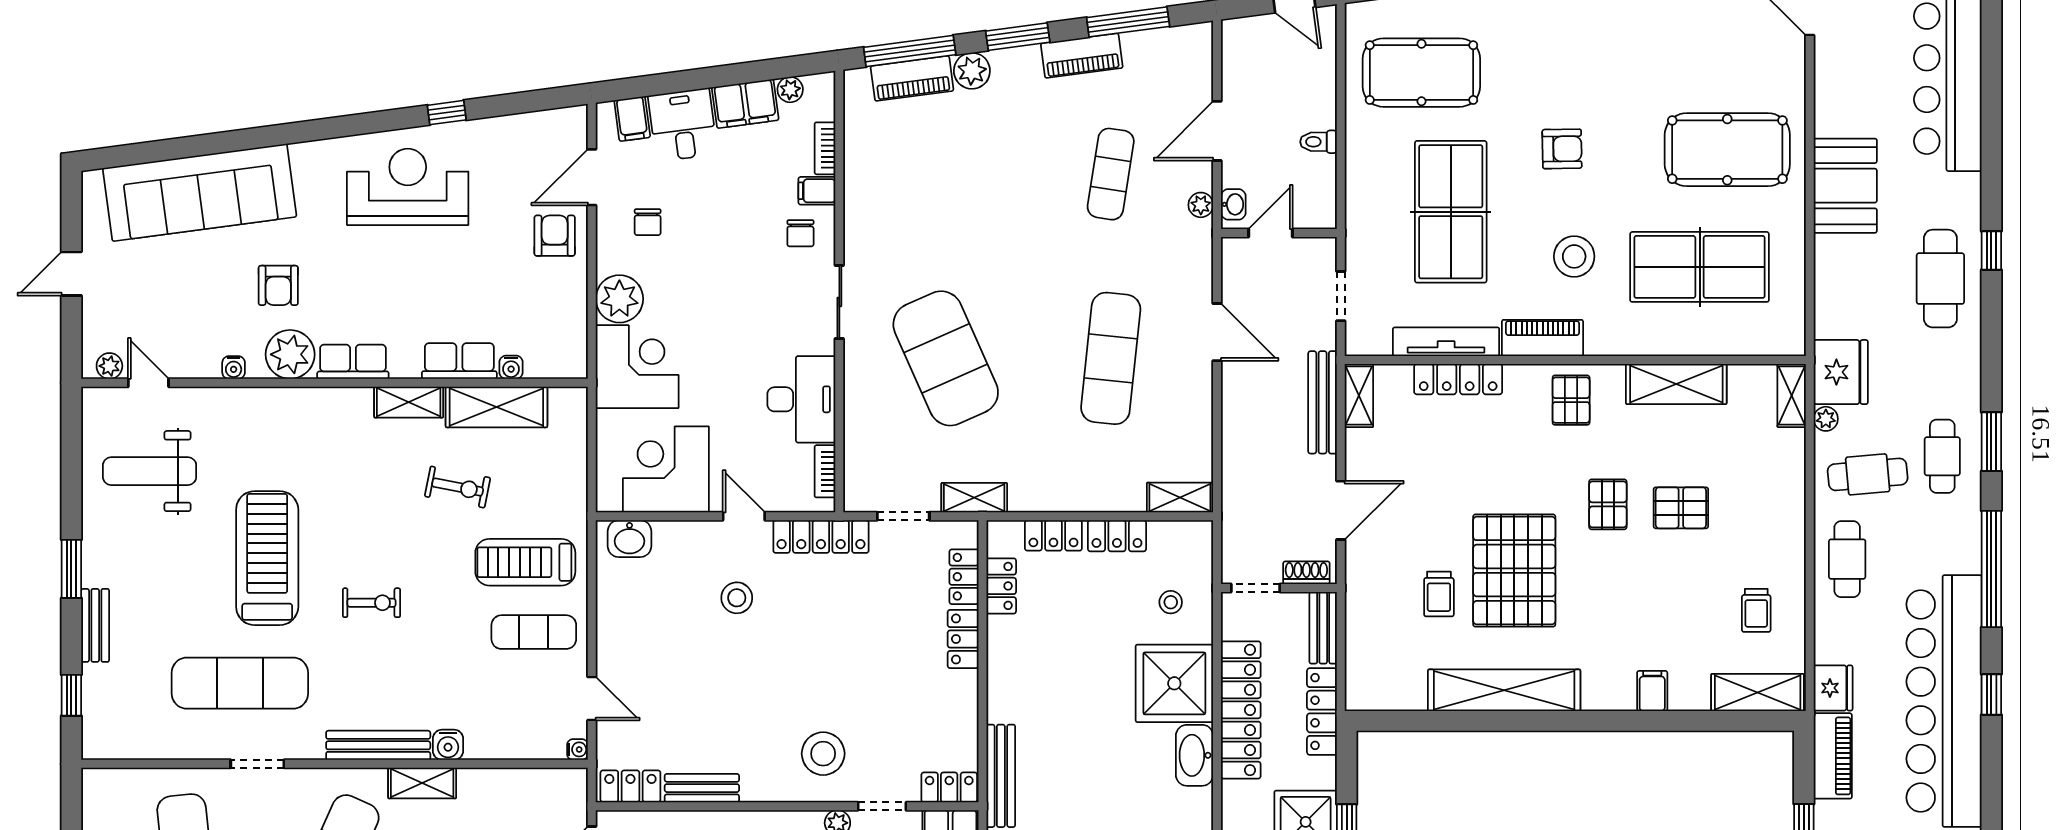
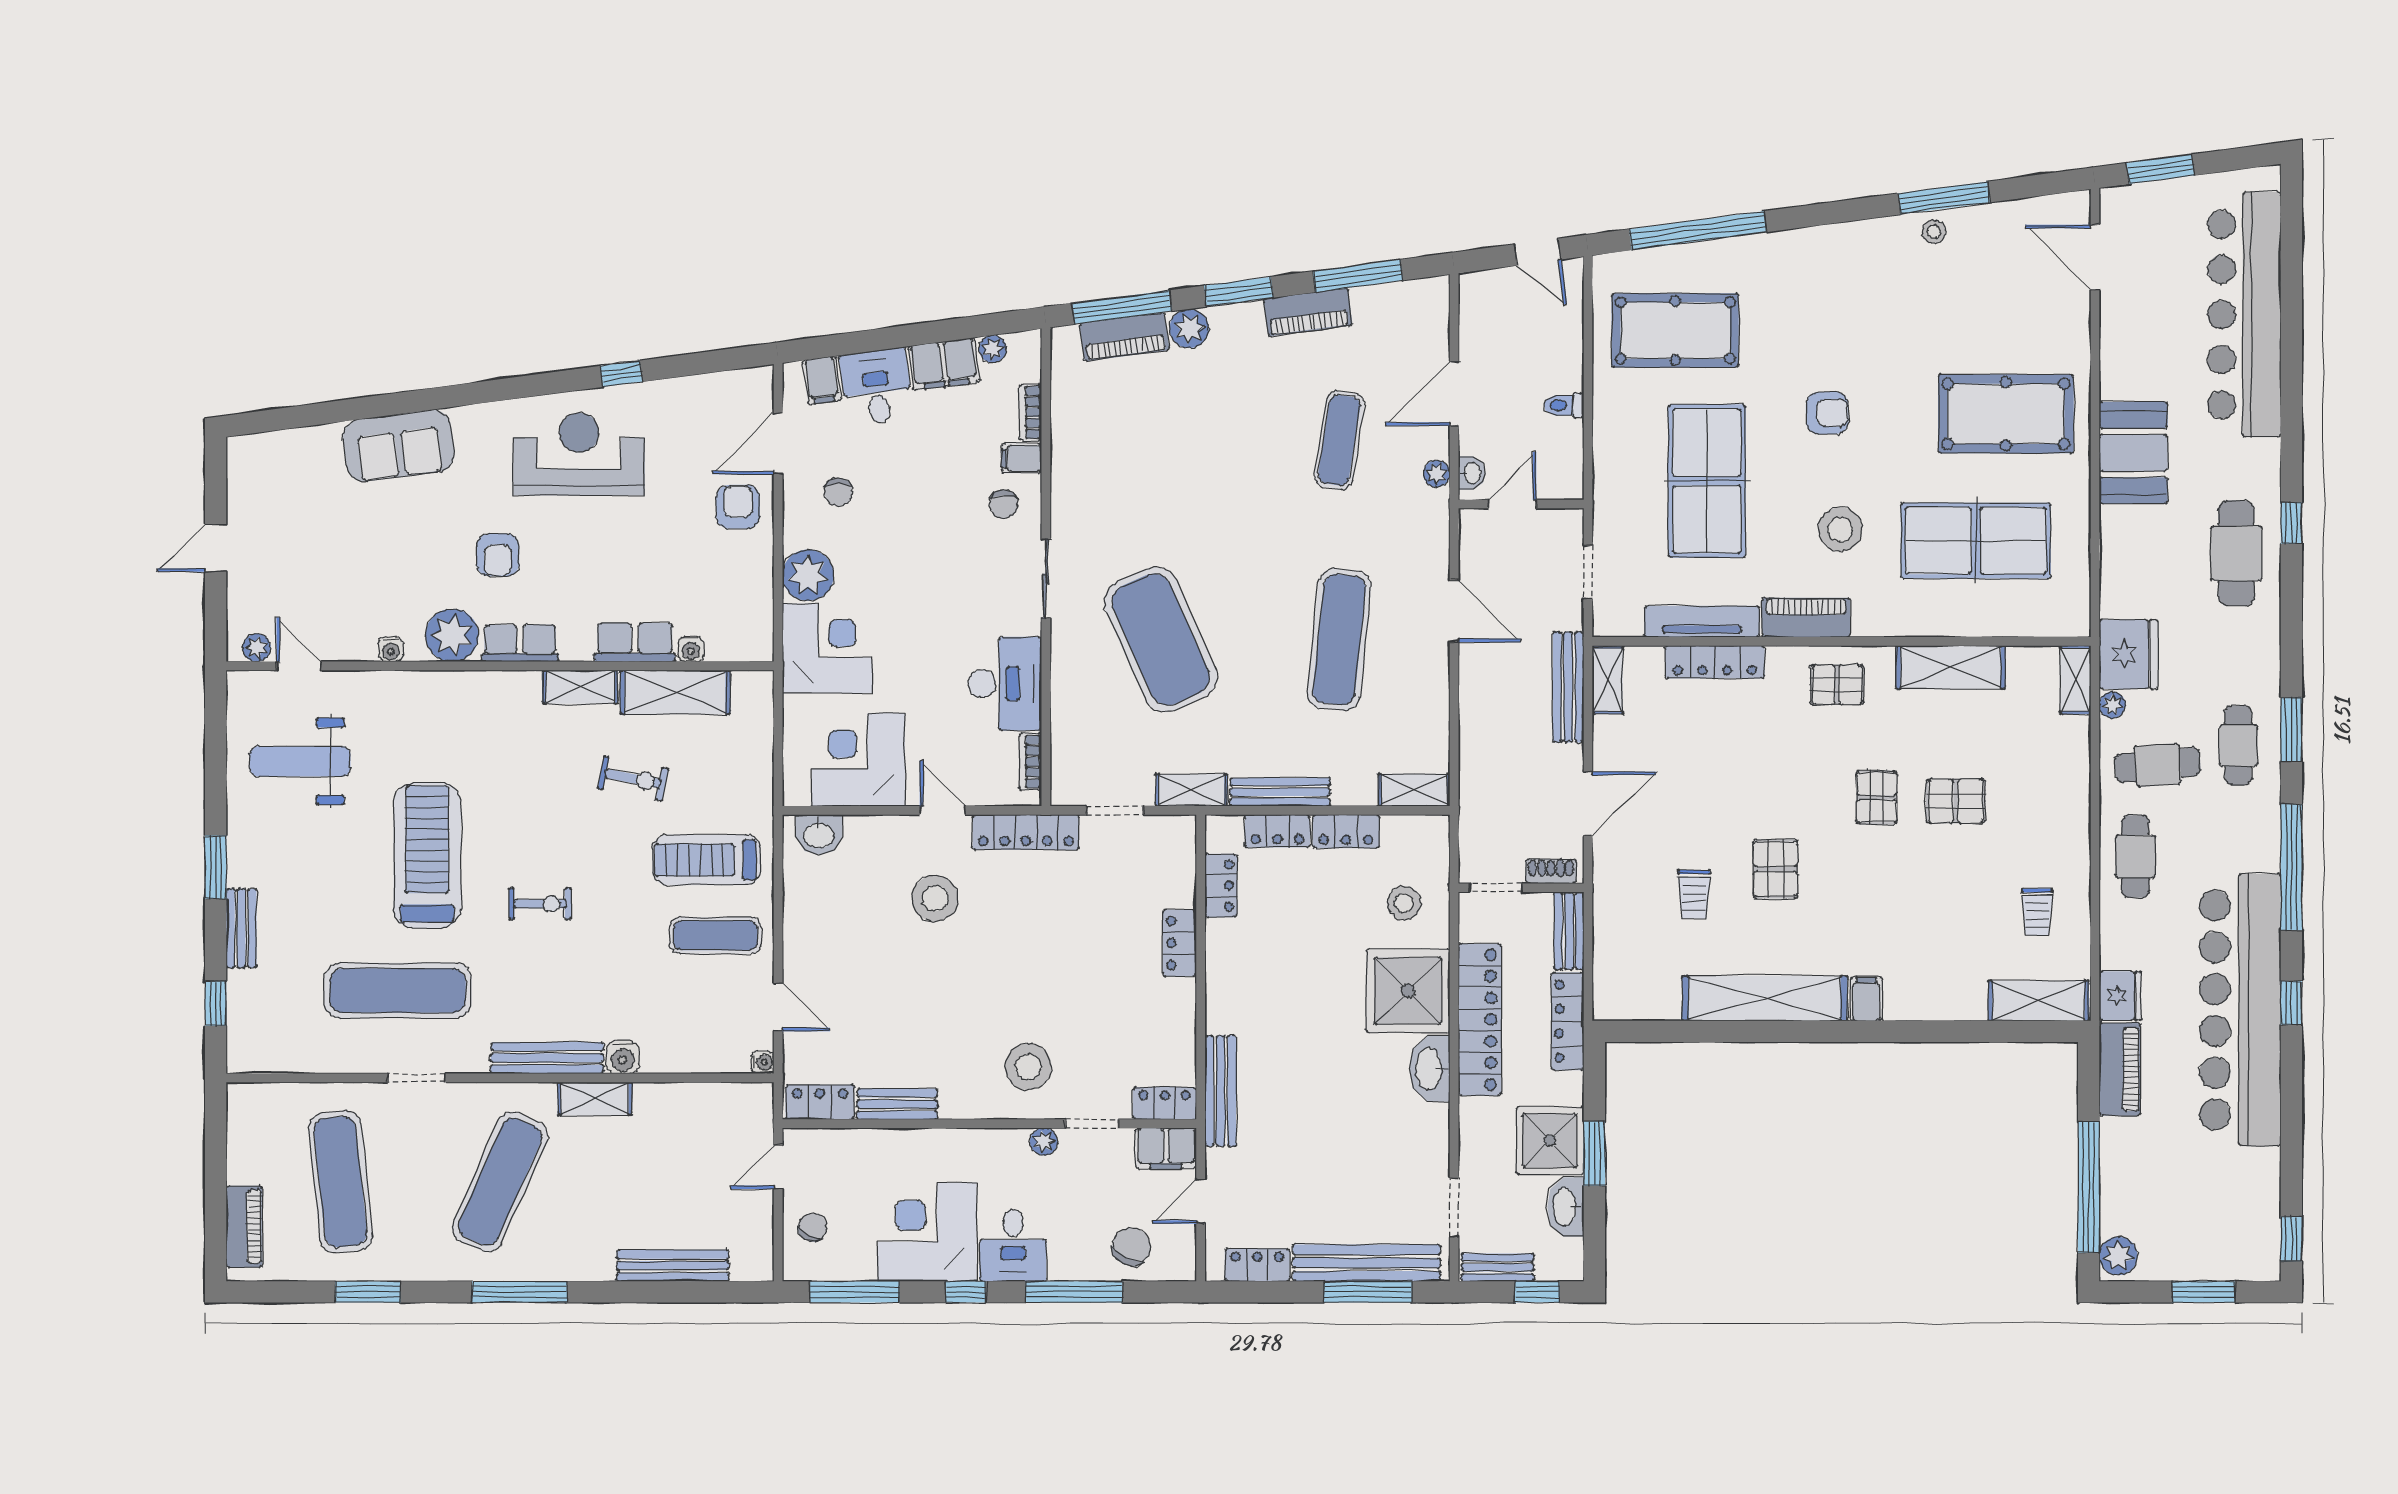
sofa: (200, 192) -> (399, 446), width x0.54, depth x0.79
armchair: (278, 285) -> (498, 555), moved
pallet: (1571, 400) -> (1837, 685), turned 90
bench: (1056, 499) -> (1280, 792), added
pallet: (1514, 571) -> (1776, 869), width x0.49, depth x0.50
locker: (964, 577) -> (1181, 876), removed
stool: (737, 598) -> (935, 898), width x1.38, depth x1.38
stool: (1171, 602) -> (1404, 903), width x1.37, depth x1.37
filing cabinet: (1652, 691) -> (1866, 999), moved

